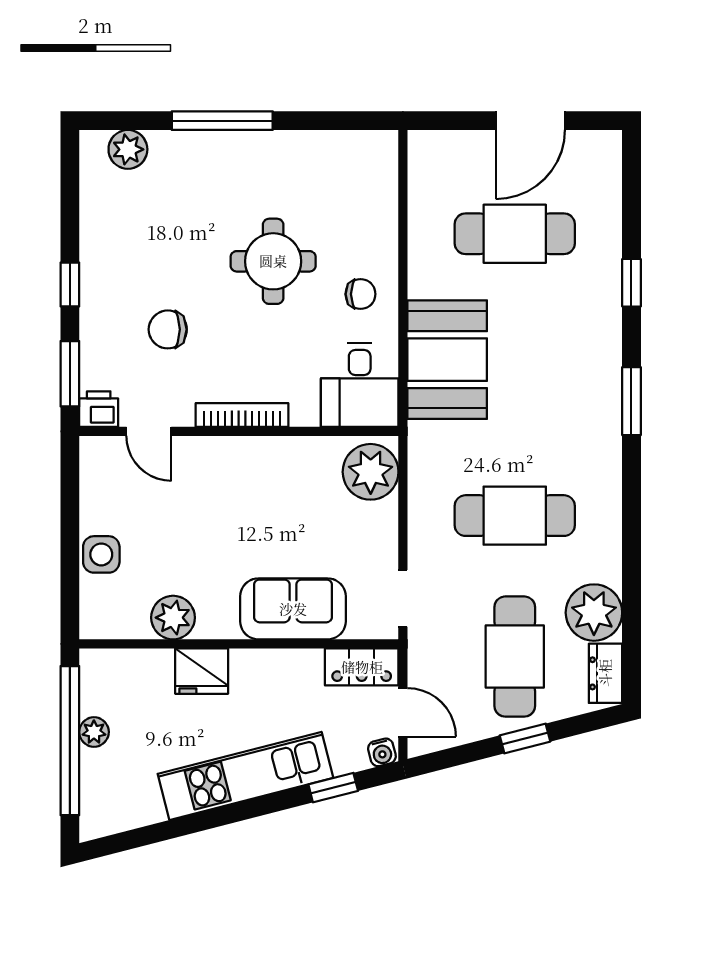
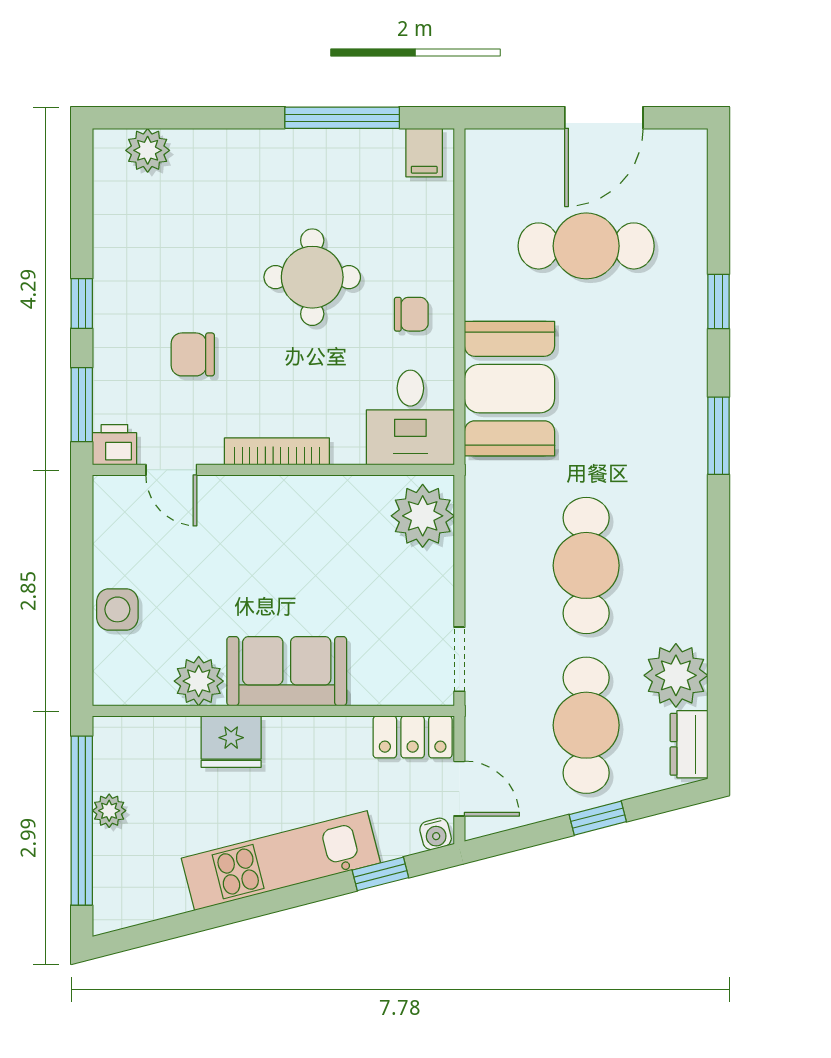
window: (222, 121) -> (342, 118), moved
filing cabinet: (372, 151) -> (424, 153), added
cafe table: (515, 516) -> (586, 565), turned 90
sofa: (293, 609) -> (287, 671), moved

